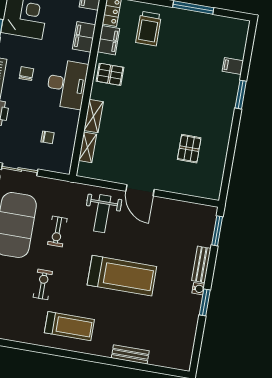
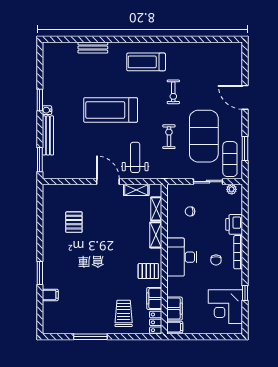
filing cabinet: (84, 37) -> (174, 309), moved
shelving: (108, 174) -> (136, 190), added
bench: (201, 264) -> (48, 135), width x1.36

